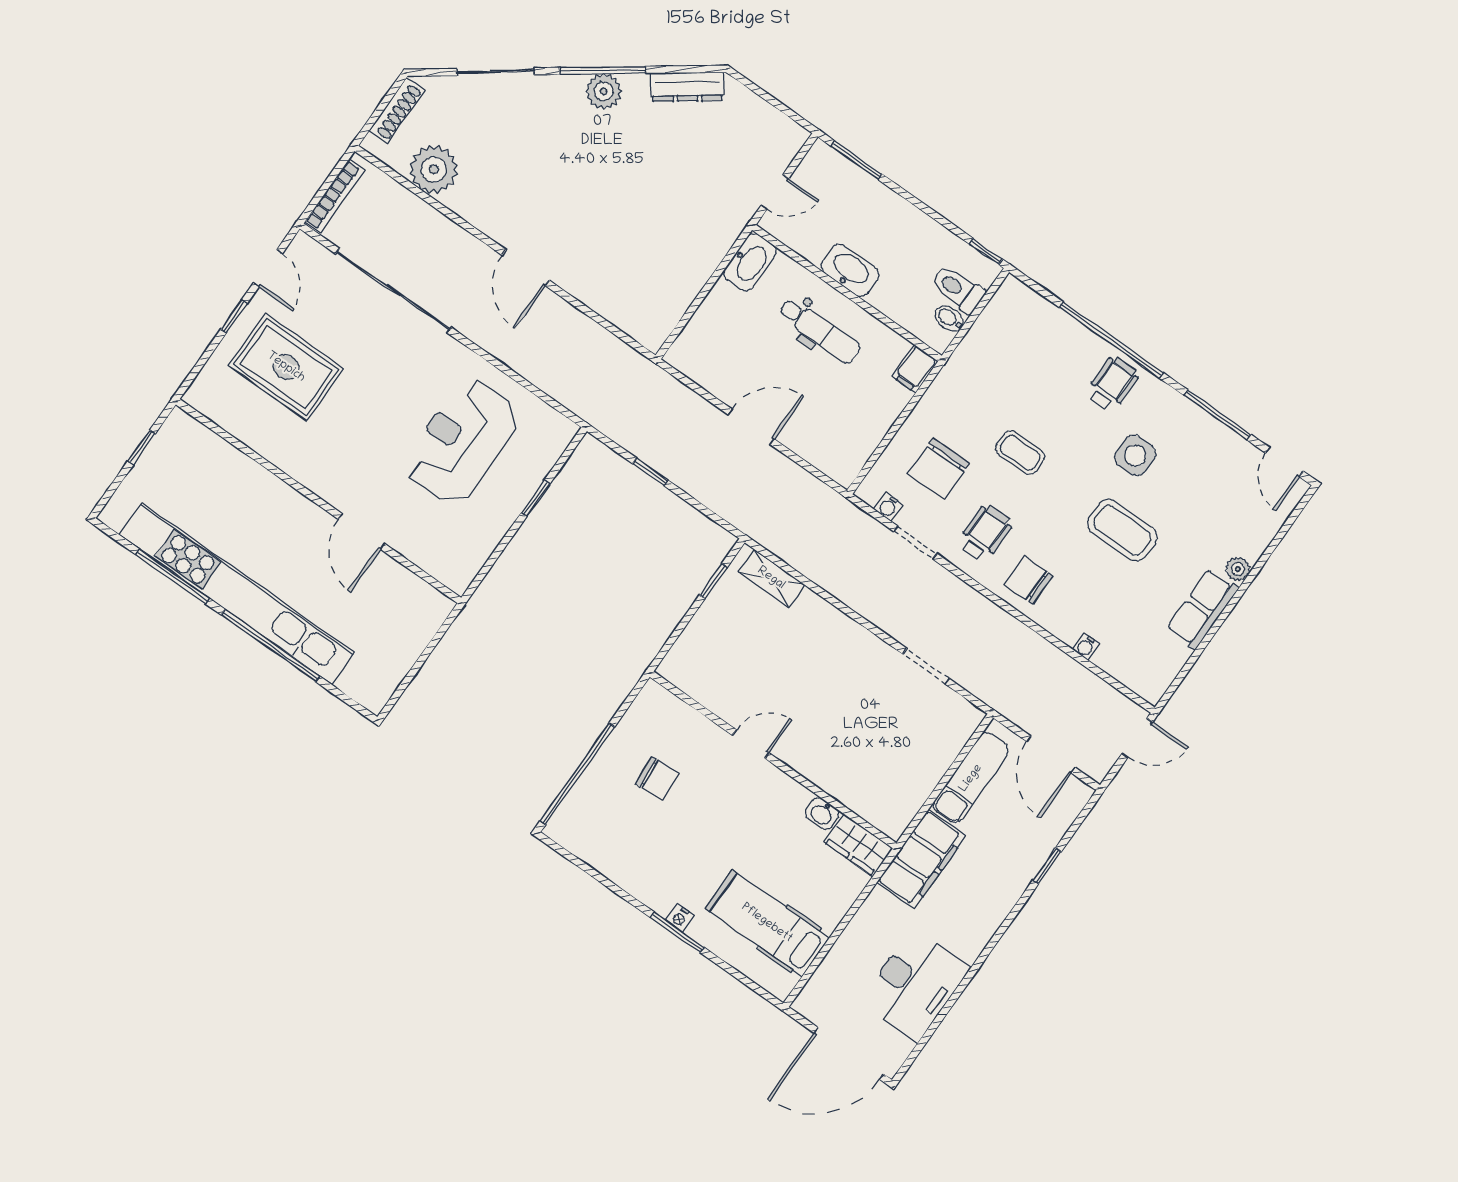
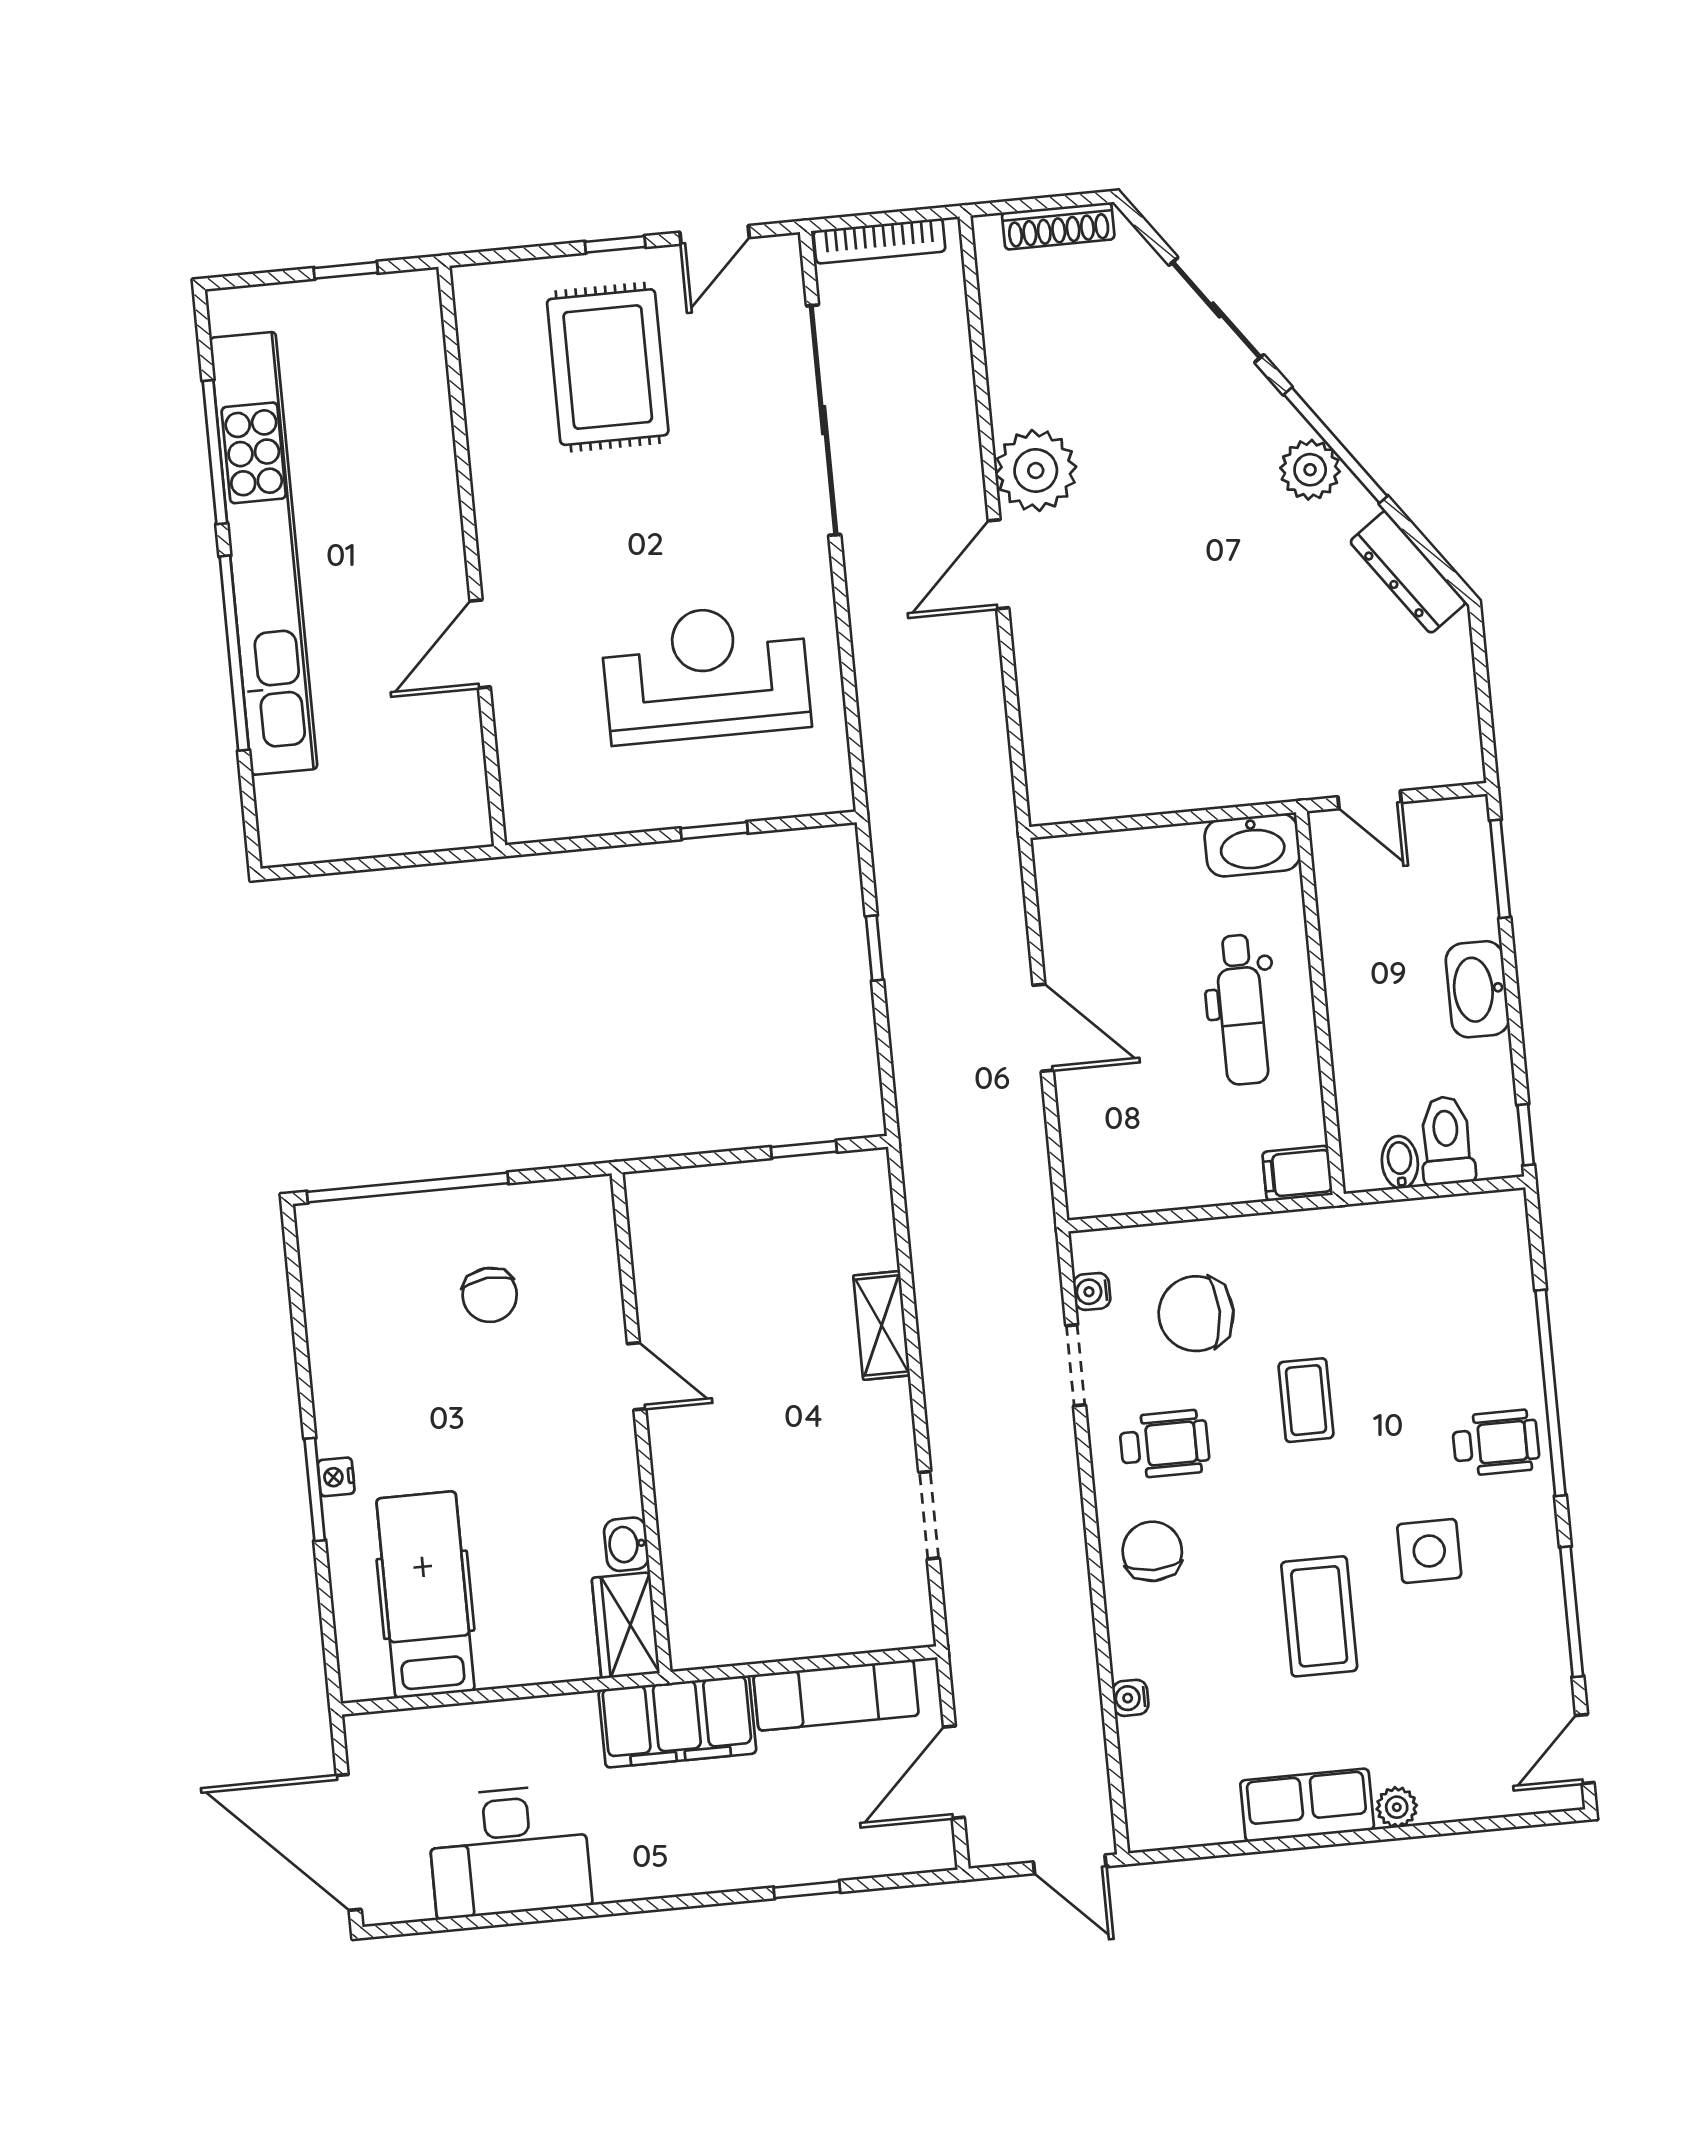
plant: (434, 169) -> (1036, 470), moved
washbasin: (850, 270) -> (1477, 989), moved, turned 180
shelving: (771, 578) -> (882, 1325), moved

